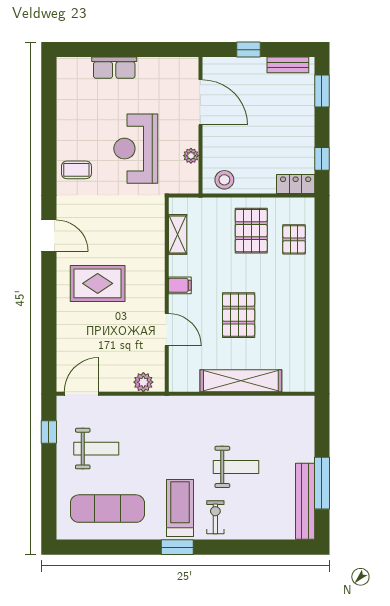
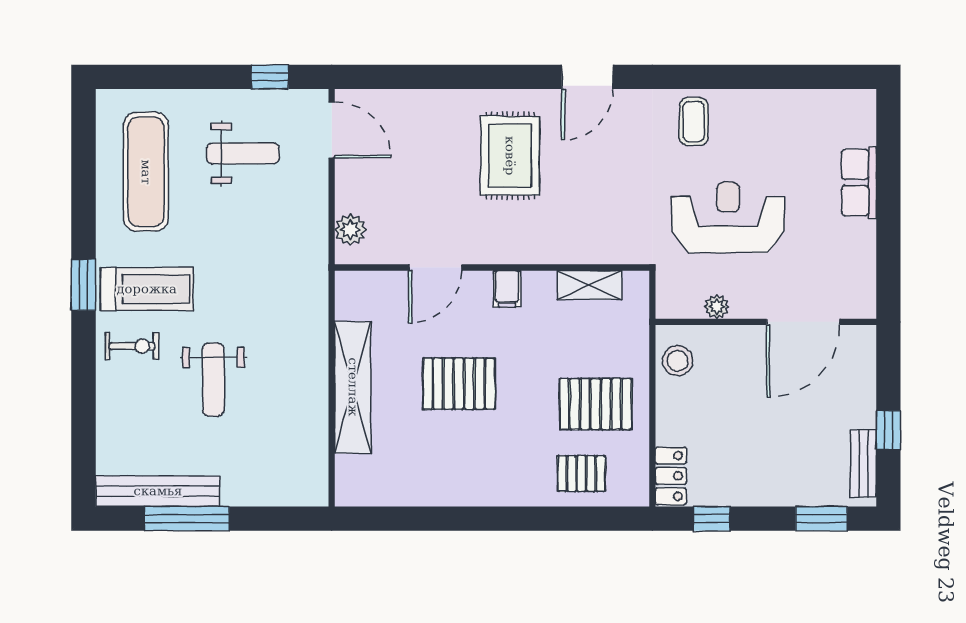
window: (249, 50) -> (888, 430), moved
weight bench: (96, 449) -> (243, 153), turned -90

